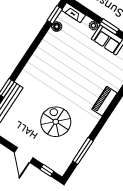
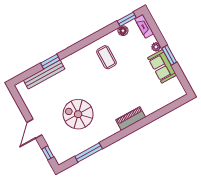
coffee table: (54, 58) -> (107, 57), added
spiral stairs: (56, 122) -> (78, 114), turned -90

